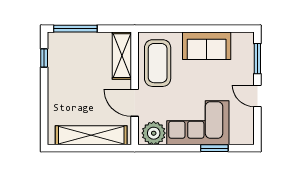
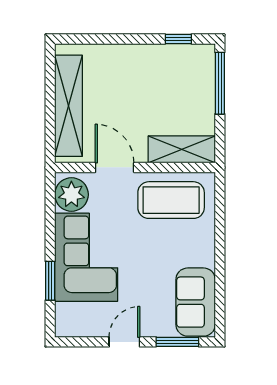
sofa: (207, 46) -> (196, 302), moved
door: (135, 103) -> (115, 167), hinge flipped

